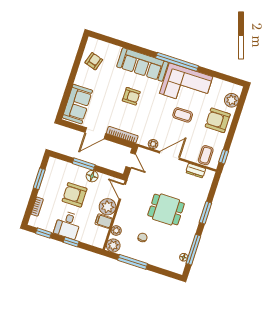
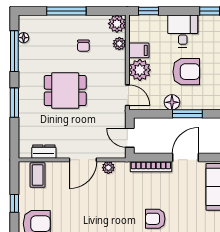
coffee table: (183, 115) -> (83, 216), removed
window: (224, 157) -> (14, 203), moved
window: (71, 242) -> (149, 11), moved
window: (133, 262) -> (66, 11), moved

